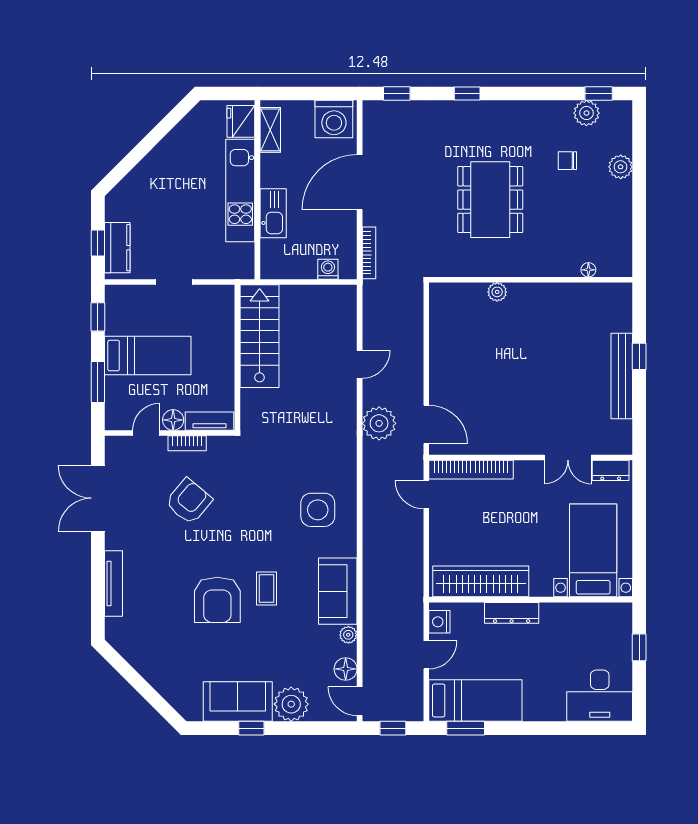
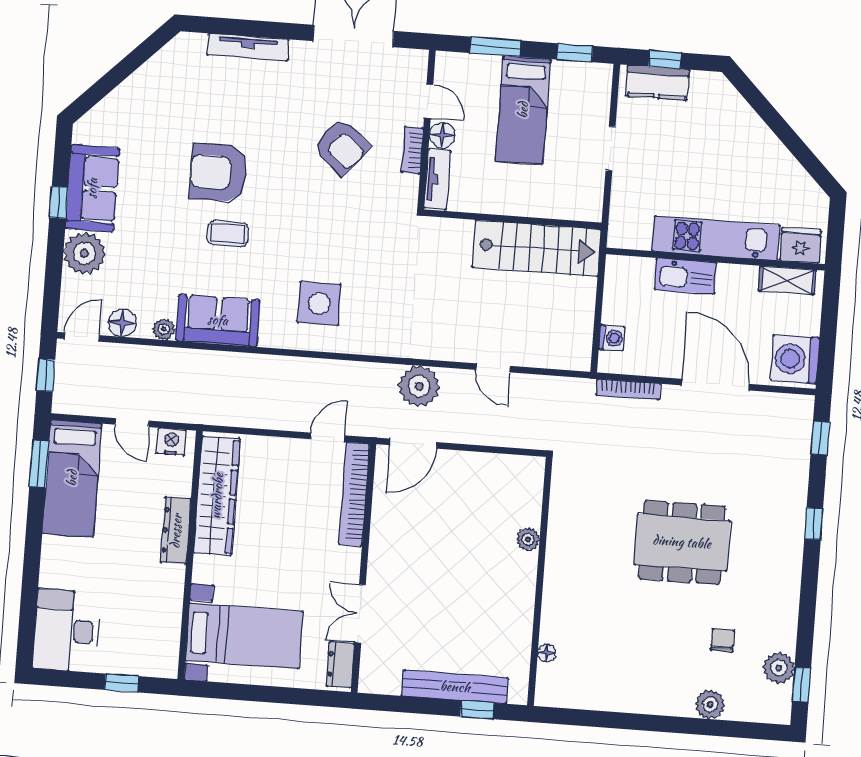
floor lamp: (588, 270) -> (547, 653), moved
wall: (531, 280) -> (540, 581), moved
plant: (497, 292) -> (528, 539), moved

